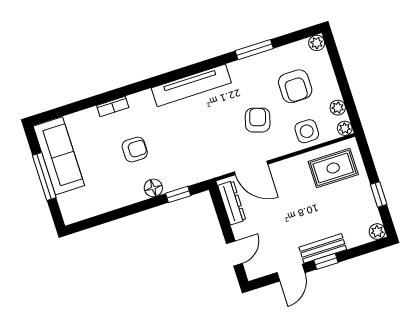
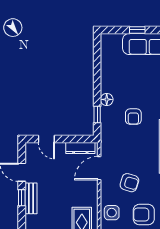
armchair: (135, 150) -> (133, 117), moved
window: (44, 176) -> (137, 30), width x0.46

